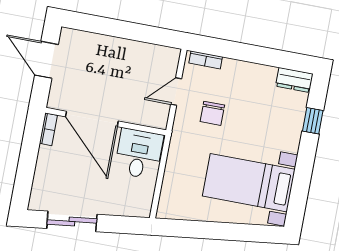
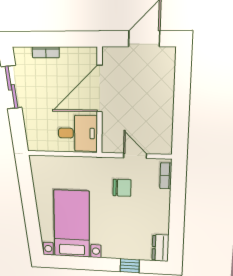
chair: (212, 113) -> (122, 188), turned 180
bookcase: (48, 129) -> (46, 52), moved

